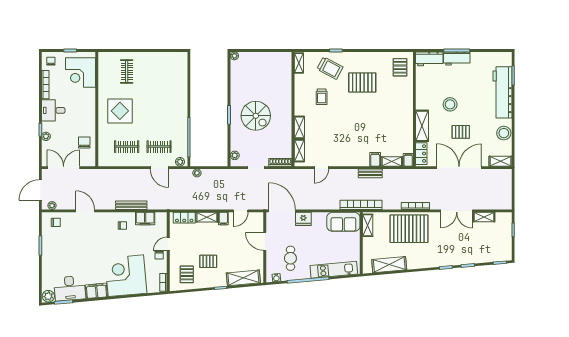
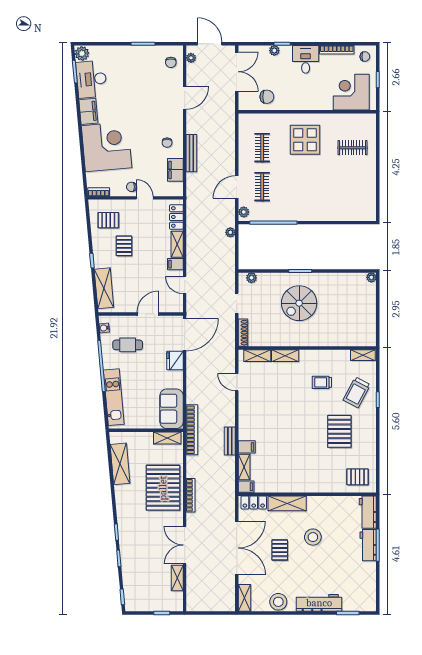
workbench: (502, 92) -> (319, 603), width x0.73, depth x0.76

